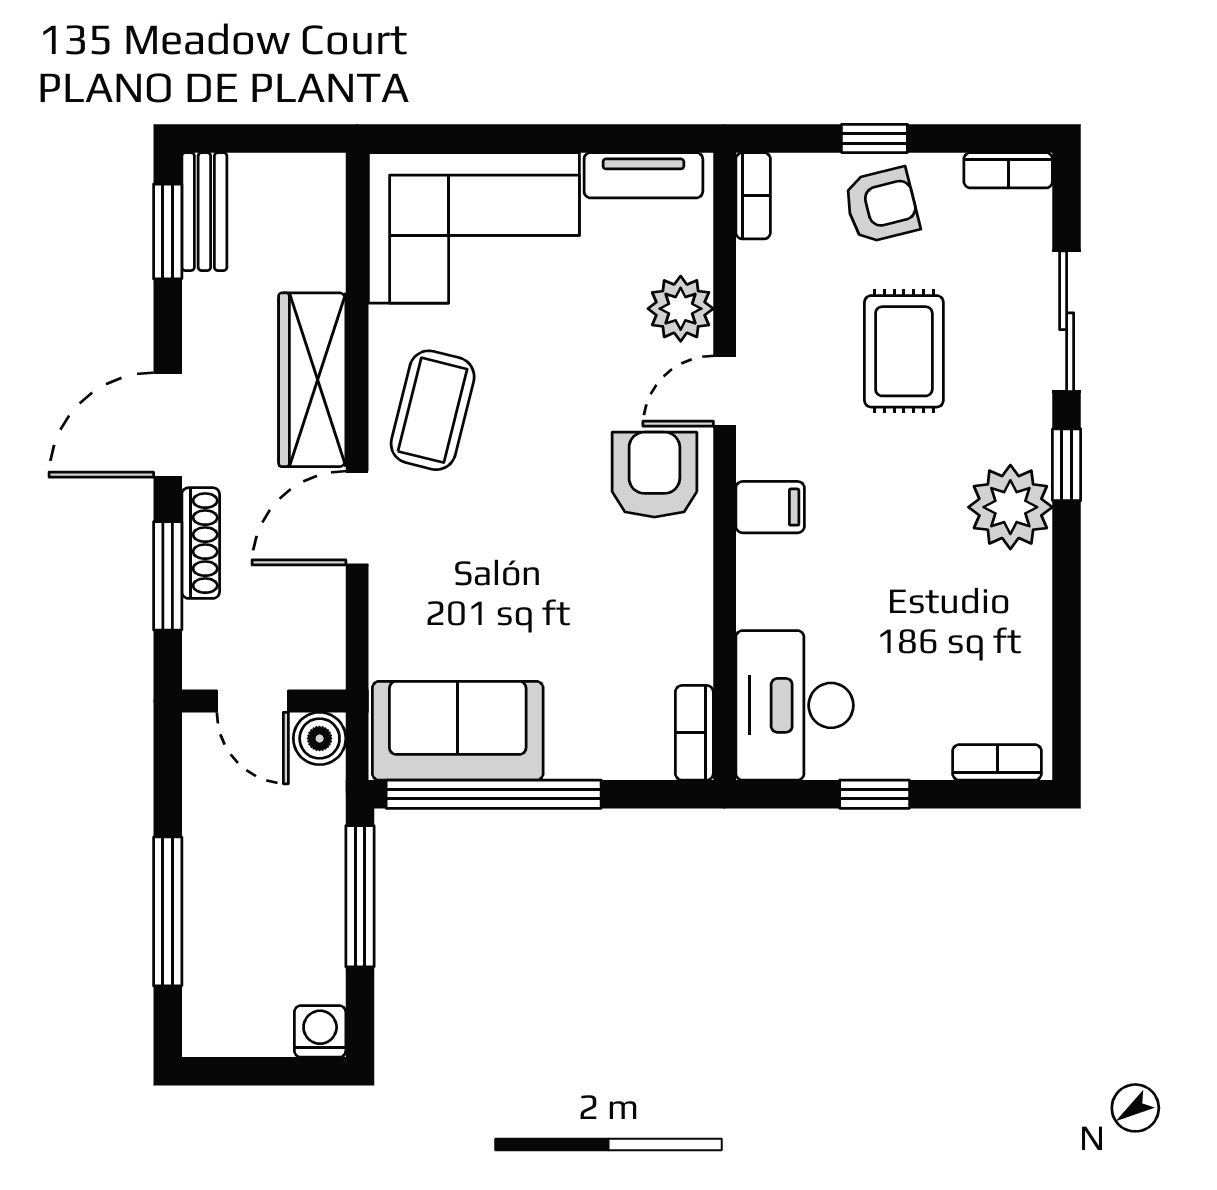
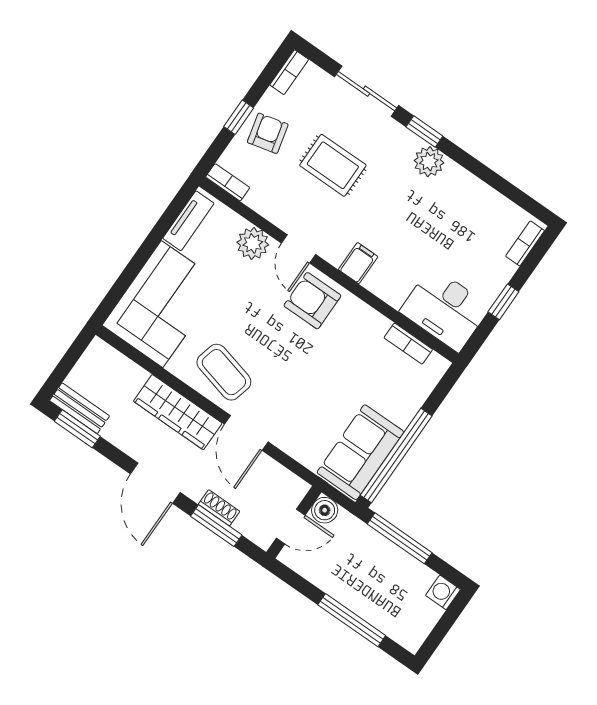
plant: (1010, 507) -> (429, 162), width x0.73, depth x0.73
shoe rack: (201, 543) -> (219, 508), width x0.70
bookcase: (694, 733) -> (408, 344), moved

